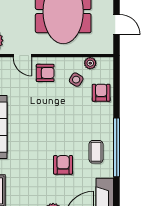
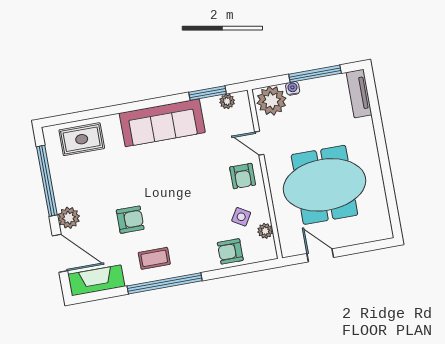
door: (117, 24) -> (320, 255), swing flipped
door: (22, 56) -> (259, 143), hinge flipped
armchair: (101, 93) -> (230, 251), turned 180

